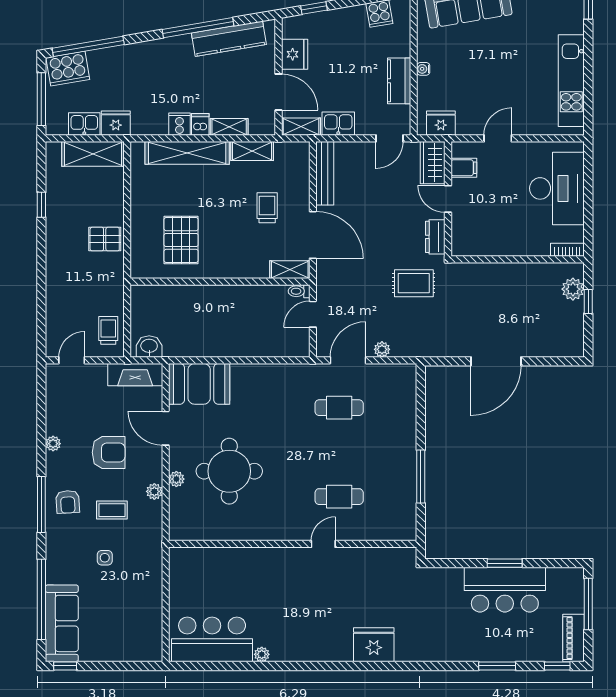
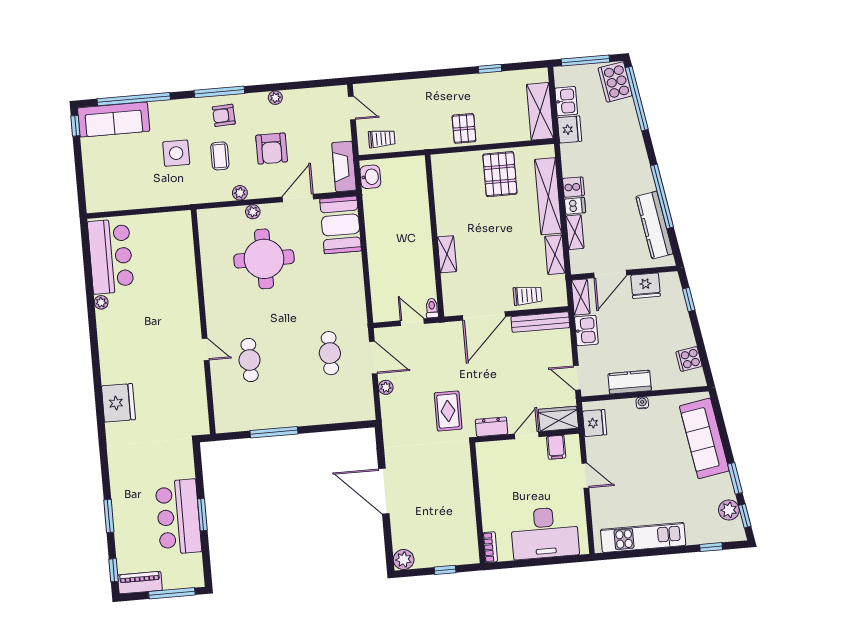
trolley: (267, 208) -> (528, 295), moved
pallet: (181, 240) -> (500, 174), moved, turned 90
shelving: (290, 270) -> (447, 254), moved
plant: (573, 289) -> (404, 560), moved
side table: (105, 558) -> (176, 153), width x1.87, depth x1.87

